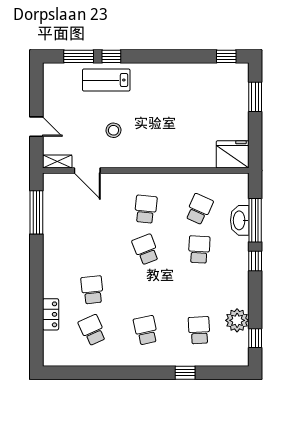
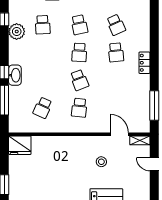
washbasin: (240, 220) -> (15, 75), moved
school desk: (199, 249) -> (79, 52), moved
locker: (51, 314) -> (144, 63), moved

